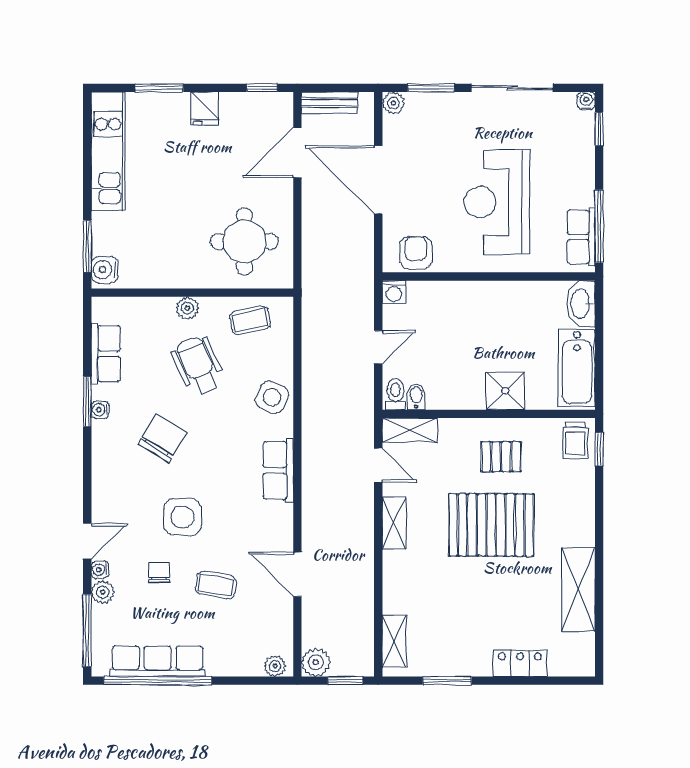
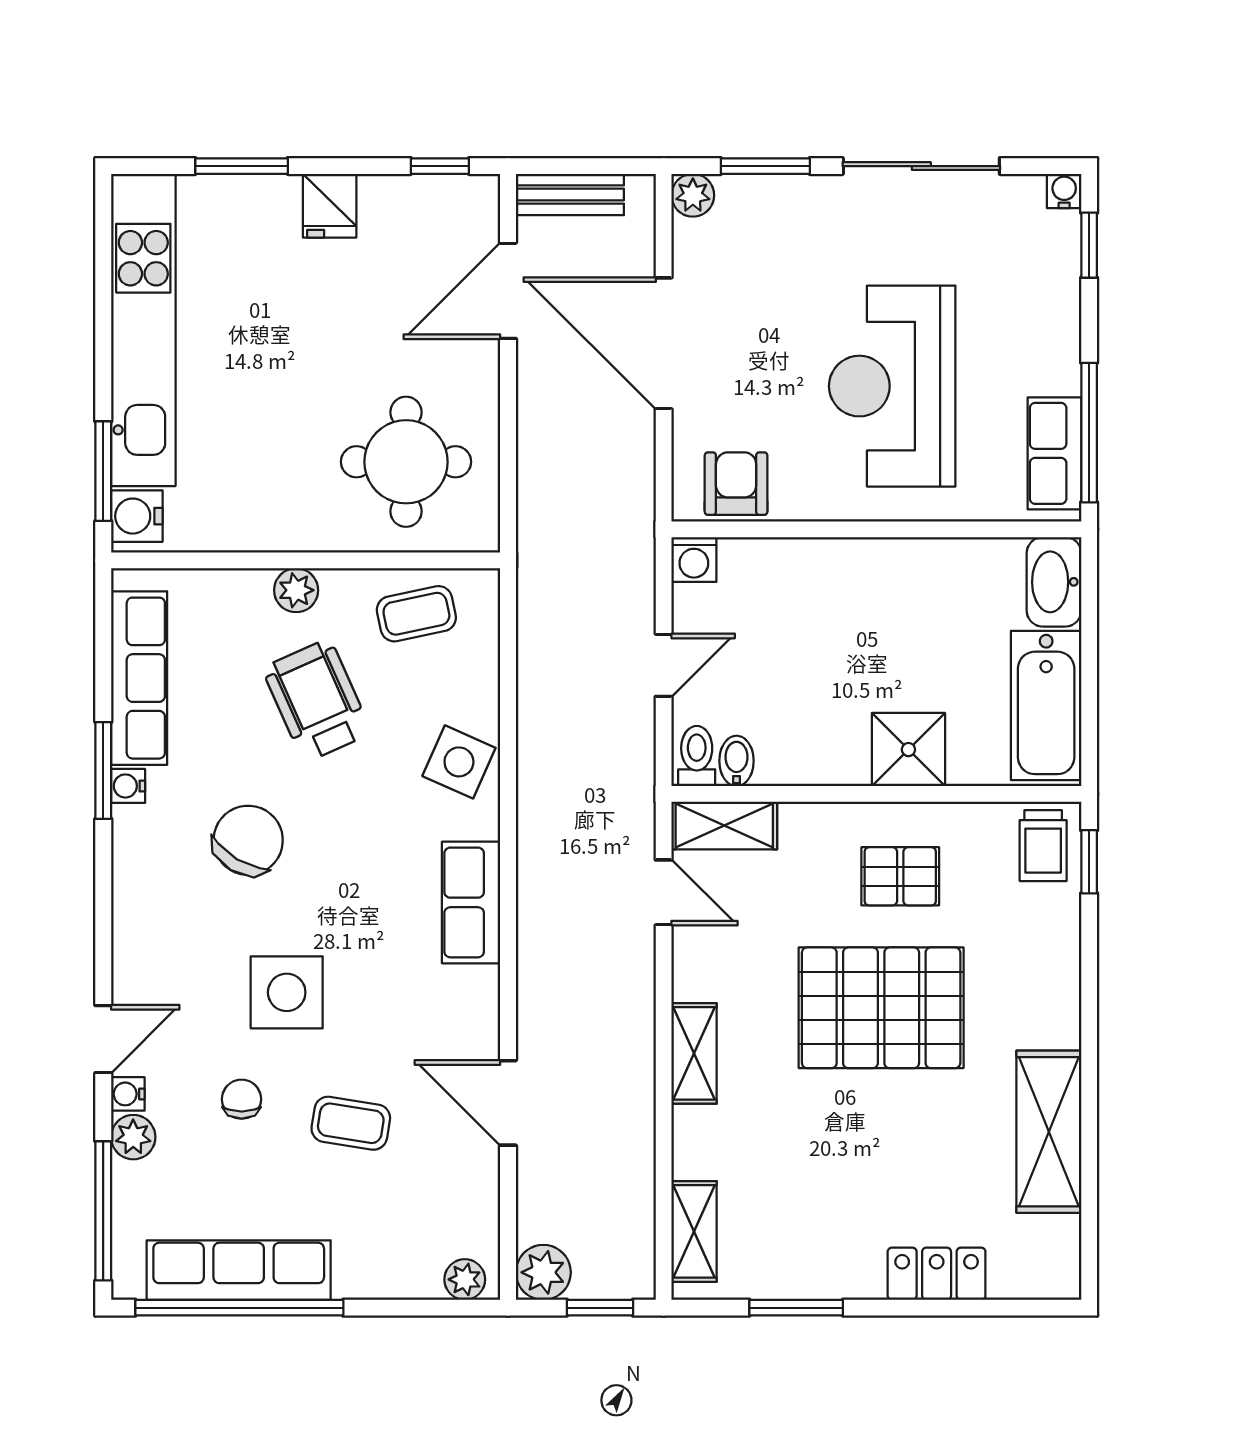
kitchen unit: (108, 151) -> (143, 330), width x1.36
row of seats: (106, 354) -> (139, 678), width x1.48
shelving: (394, 523) -> (694, 1053), moved

